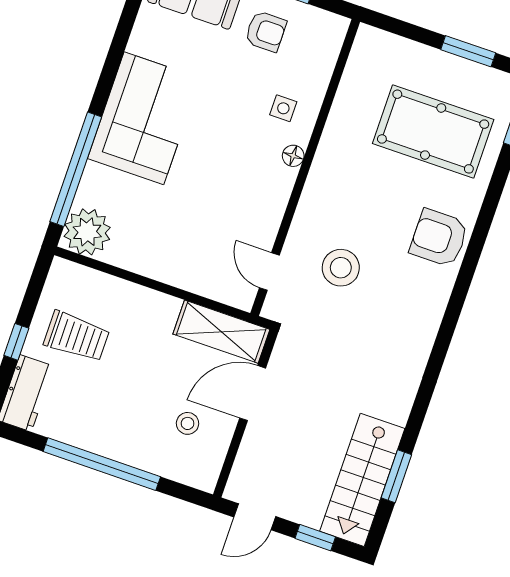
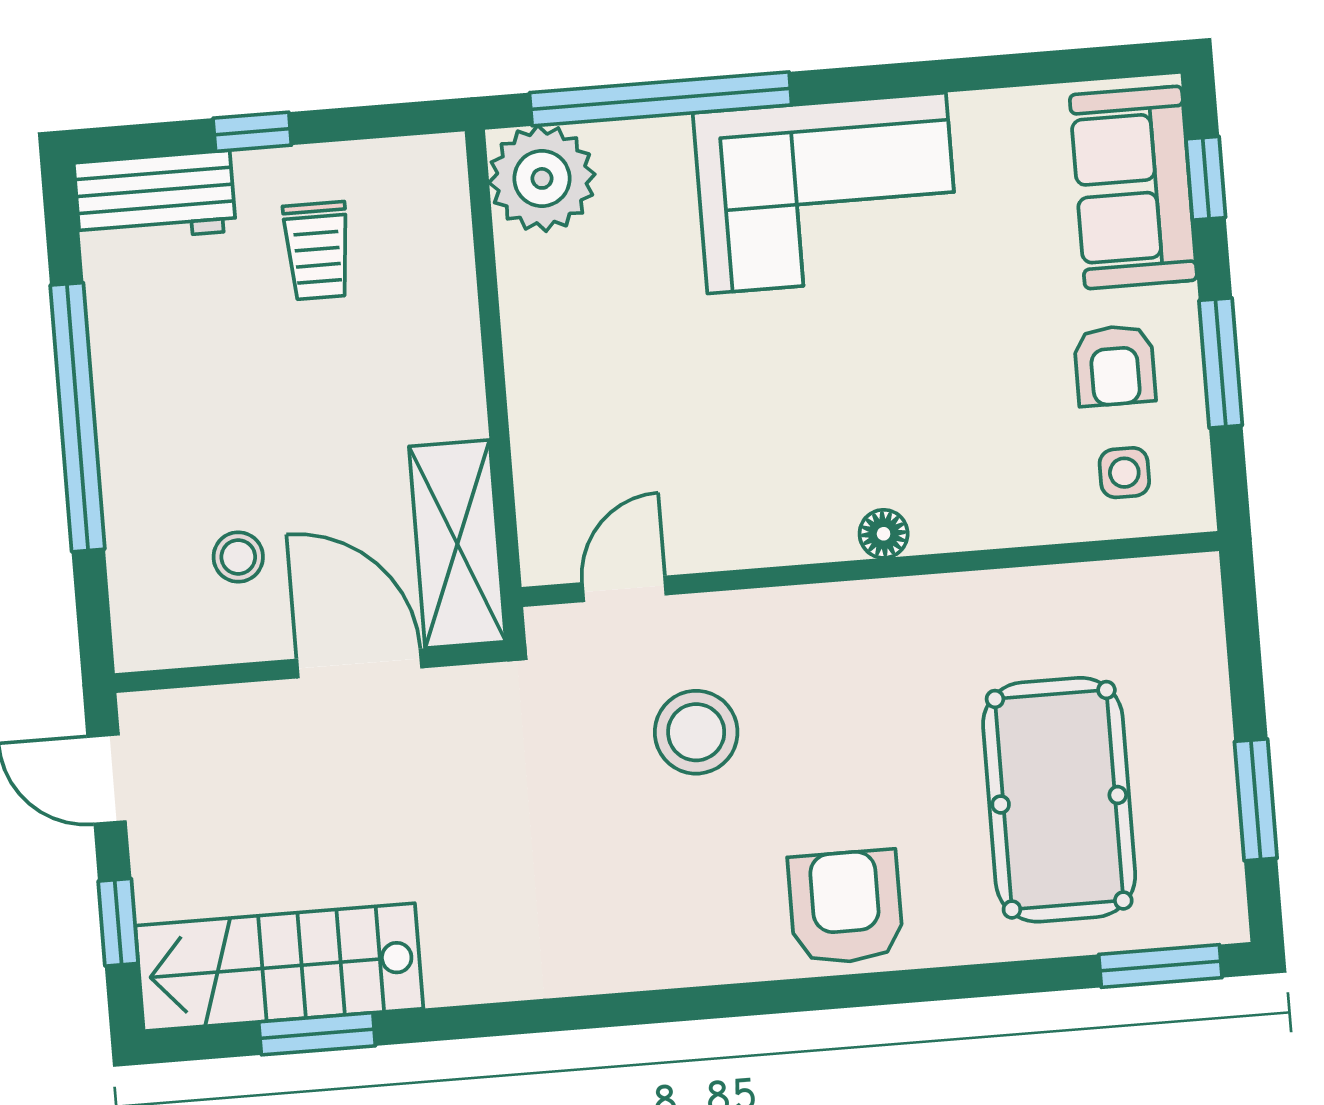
side table: (283, 108) -> (1124, 473), moved
trolley: (77, 337) -> (317, 251), width x0.73, depth x0.72

